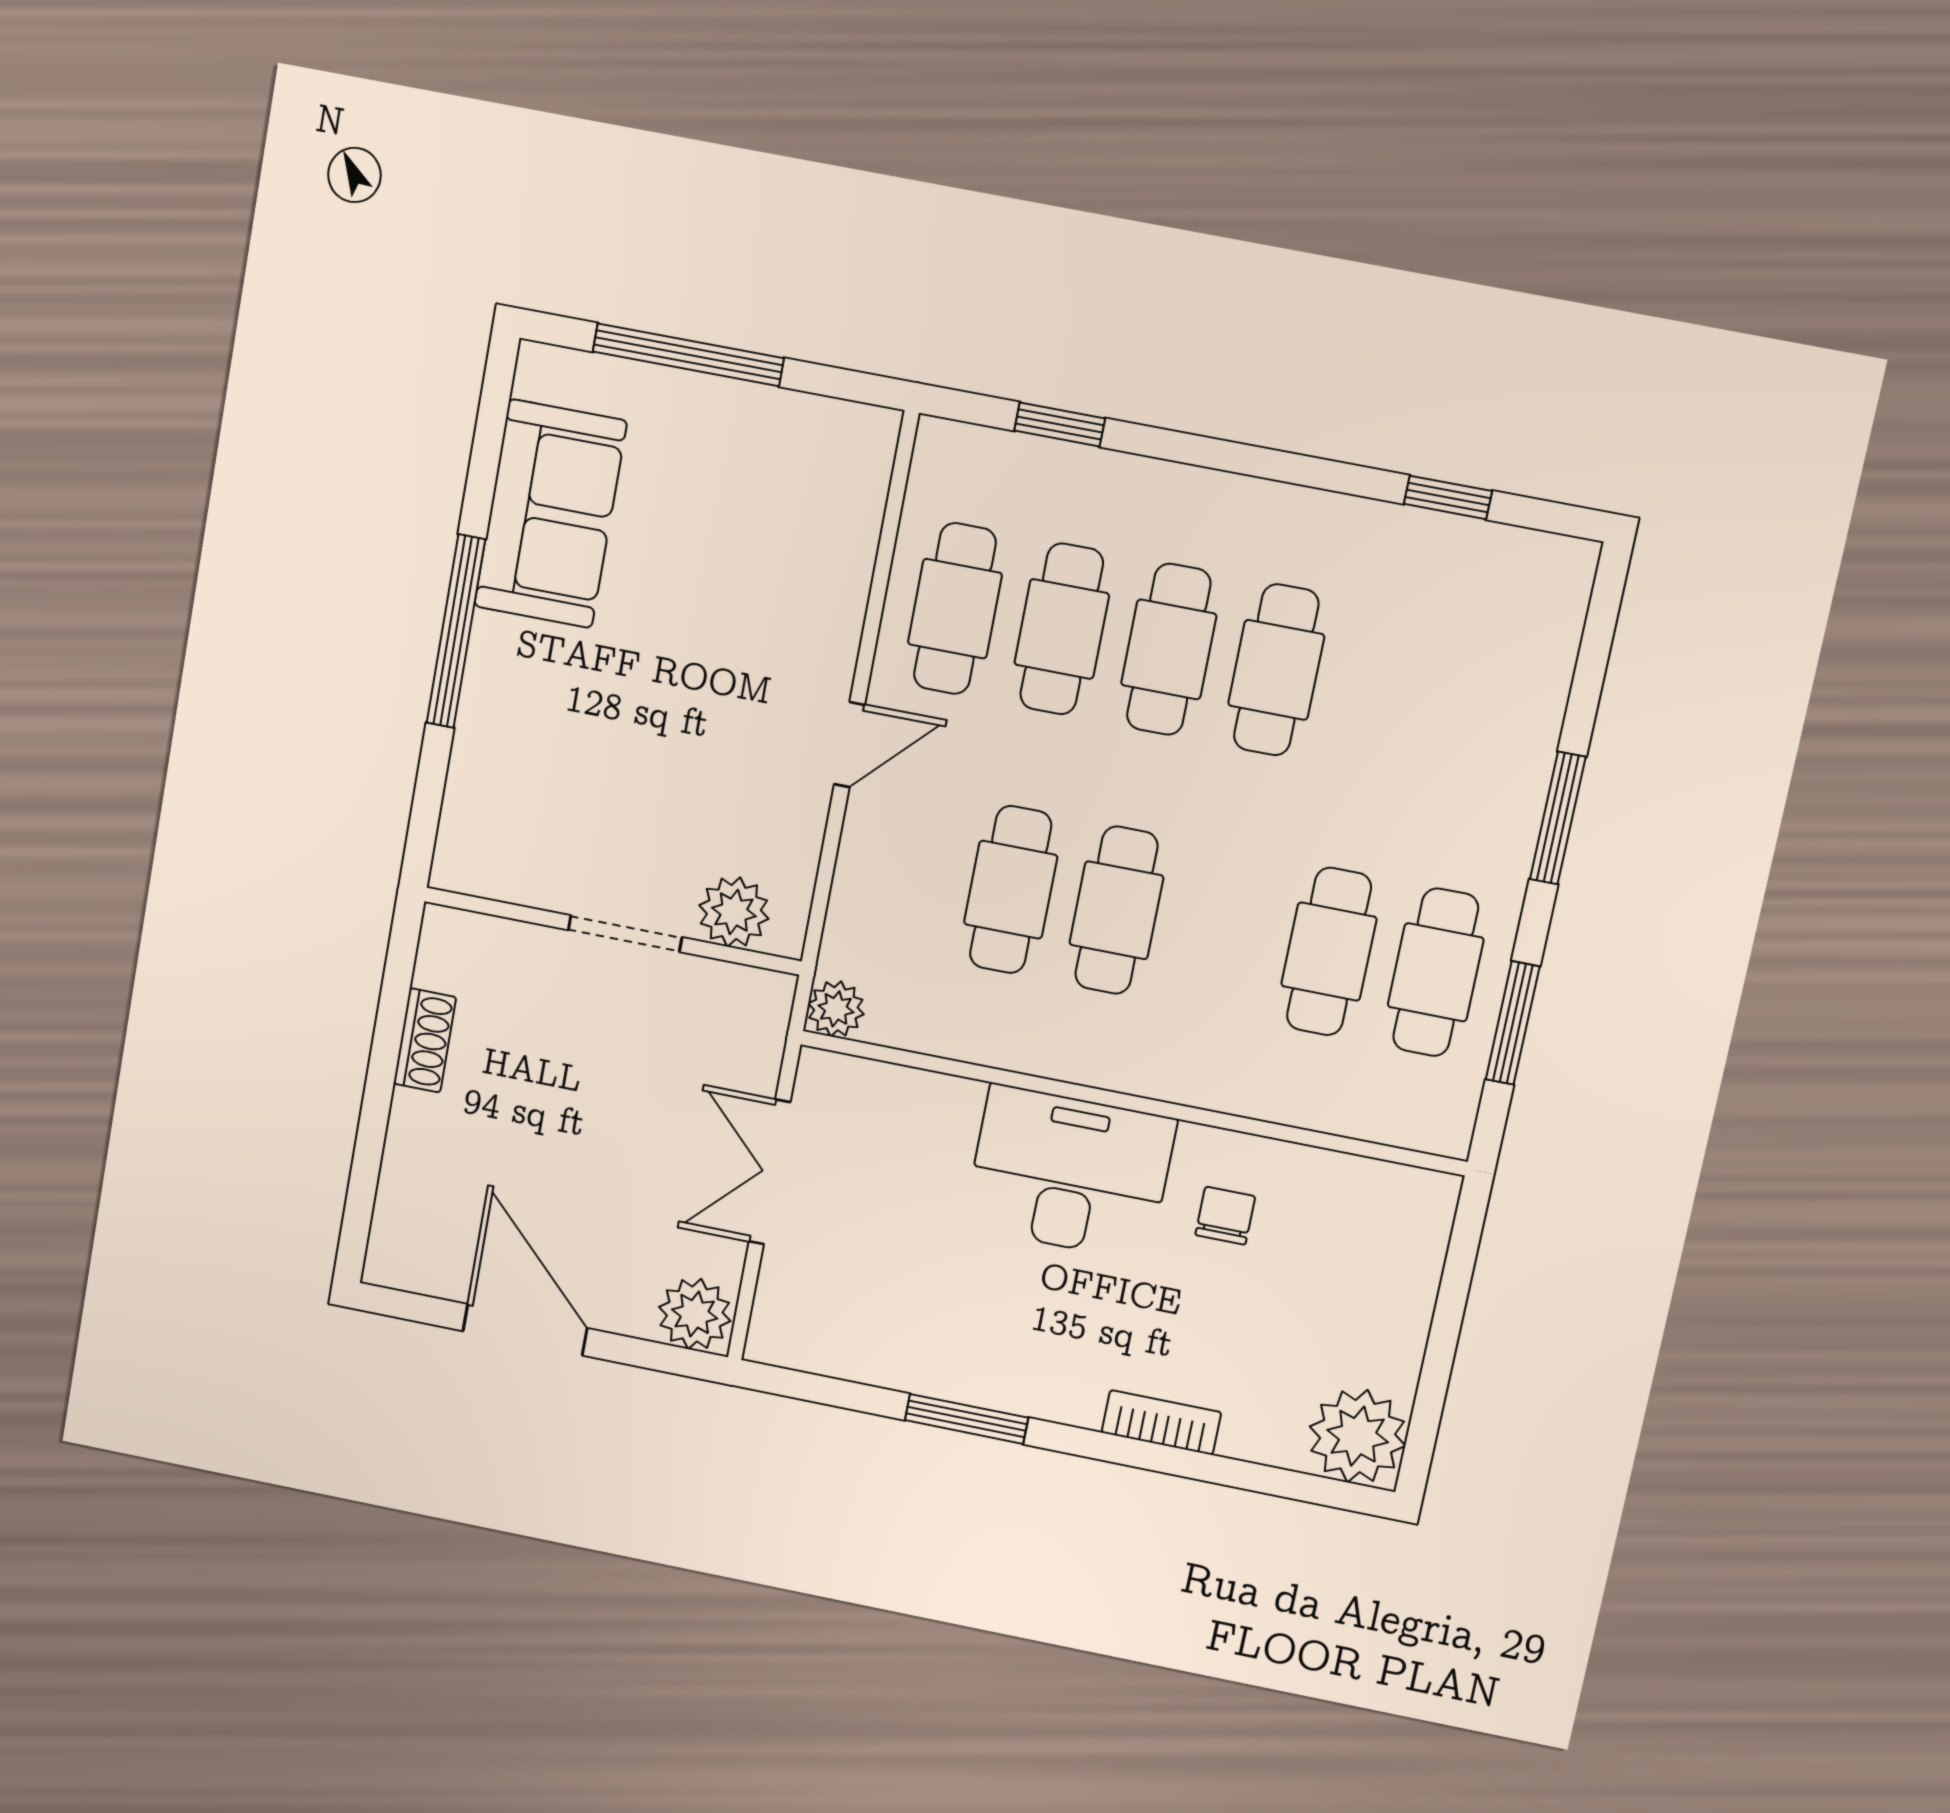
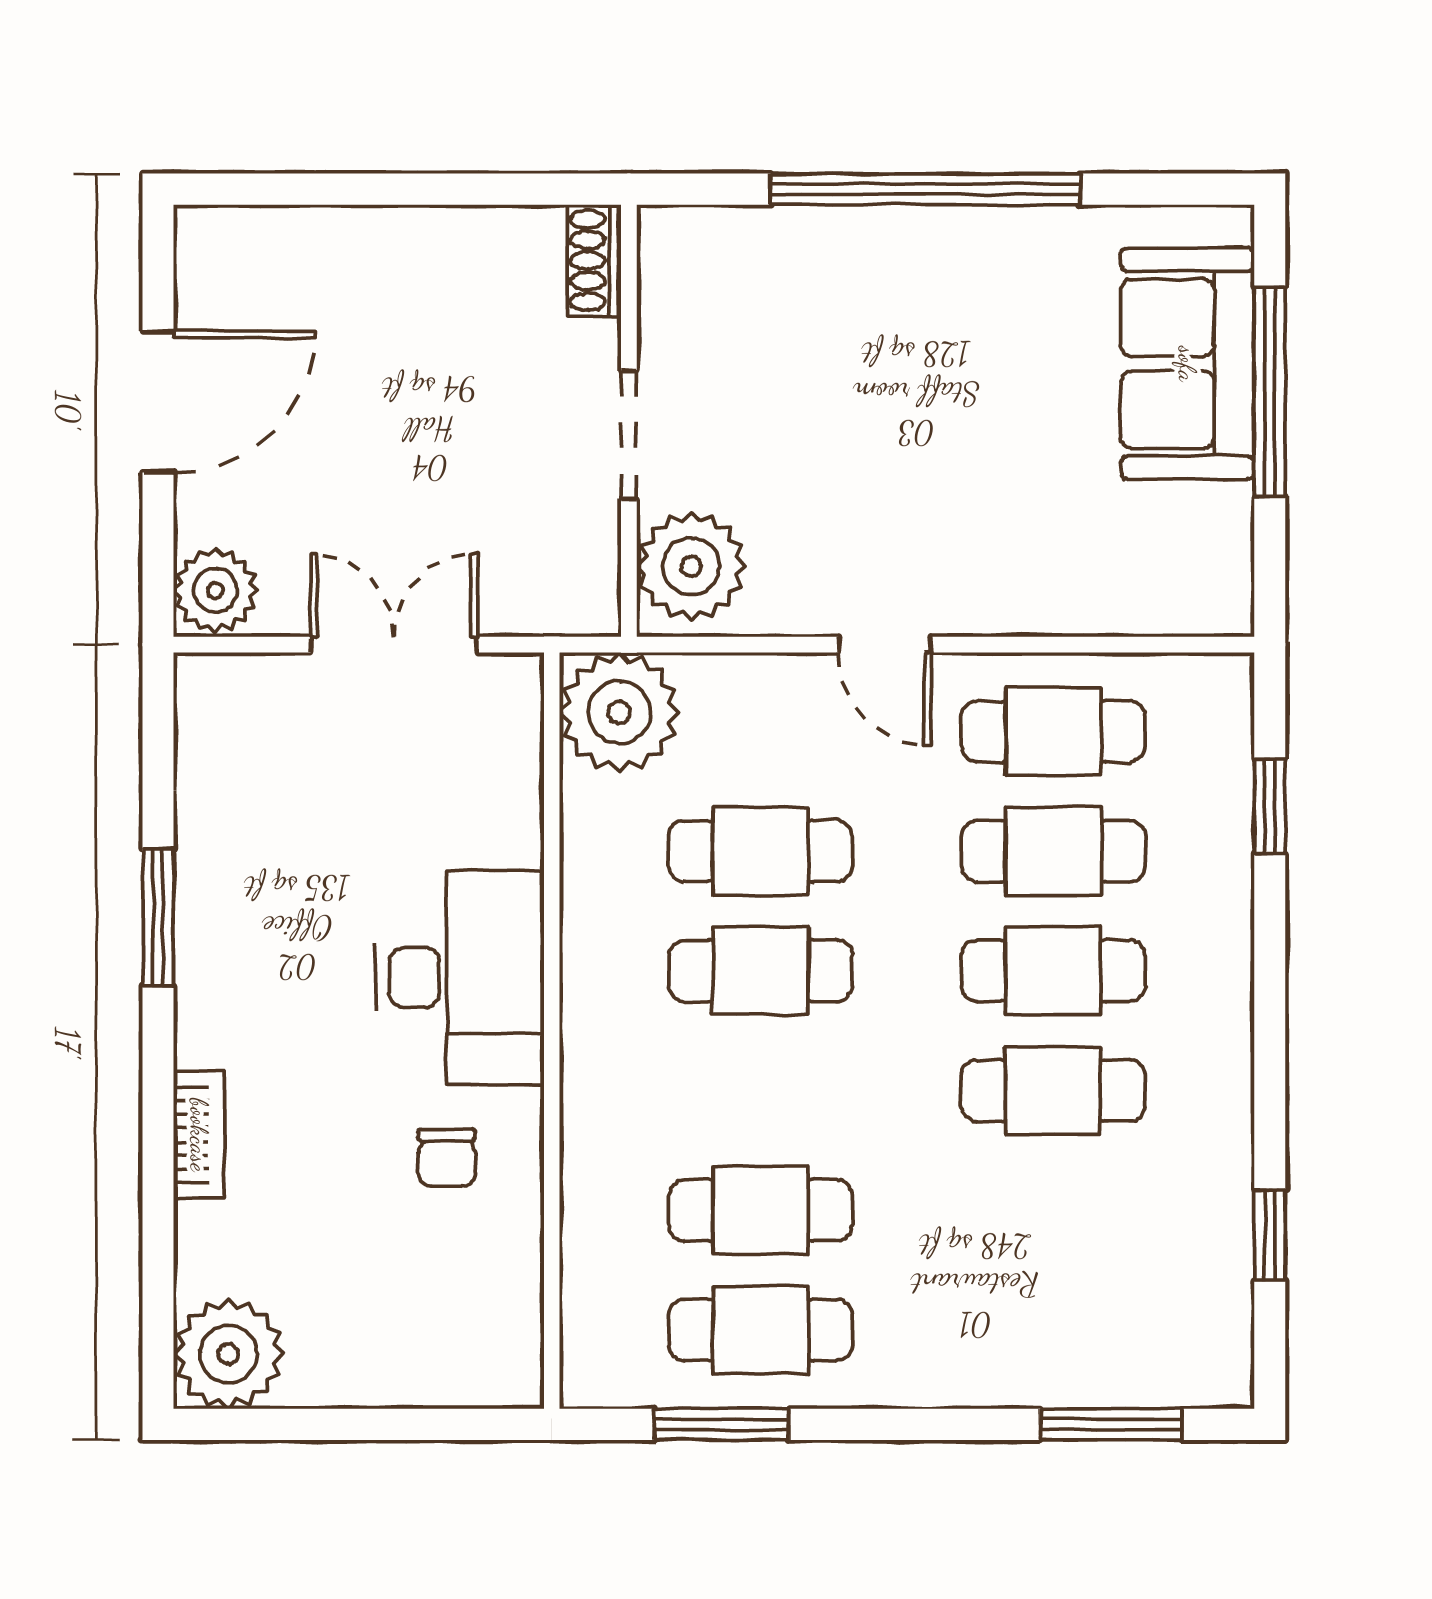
sofa: (550, 514) -> (1187, 364), moved, turned 90
window: (456, 631) -> (926, 189), width x1.46
window: (1558, 818) -> (1111, 1424), moved
plant: (734, 912) -> (691, 566), width x1.36, depth x1.36
plant: (836, 1009) -> (619, 712), width x1.87, depth x1.87
shoe rack: (425, 1040) -> (594, 260), moved, turned 90
chair: (1225, 1216) -> (447, 1158), turned 90

